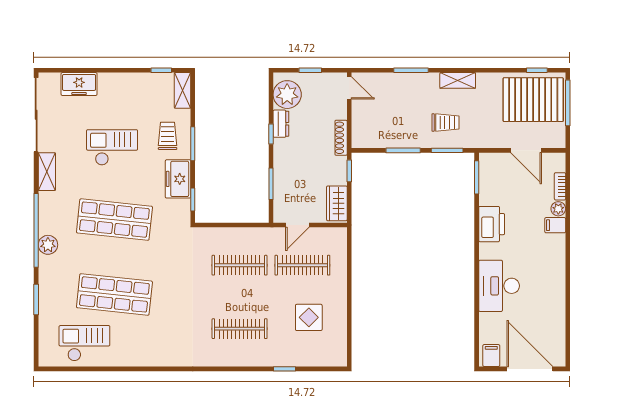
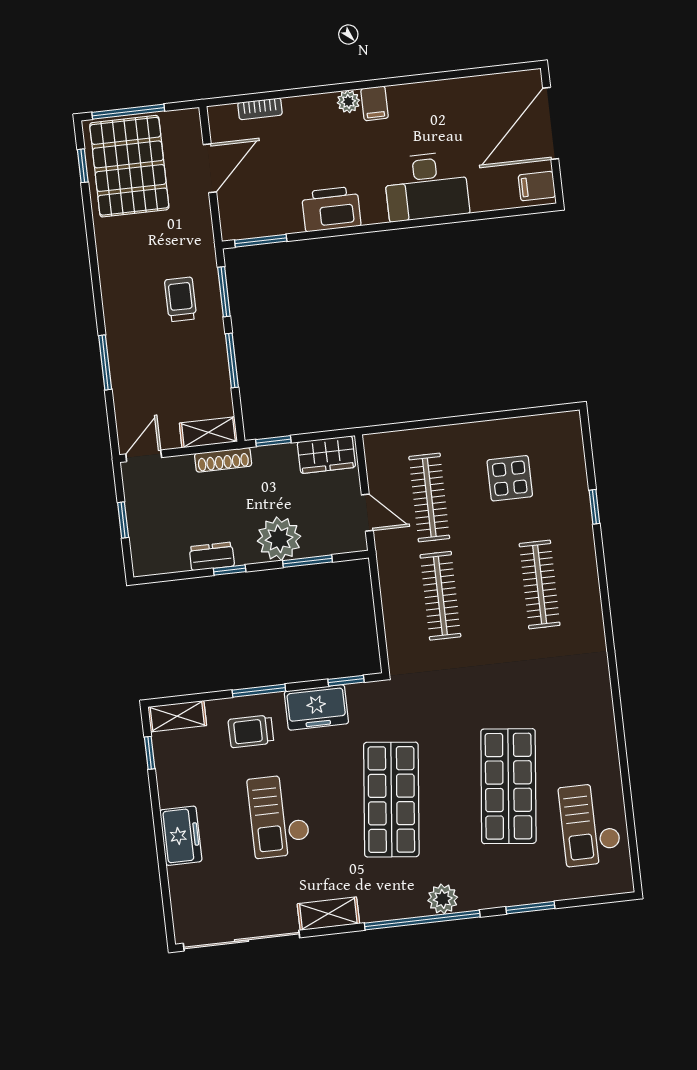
shelving: (458, 80) -> (208, 432), moved, turned 90
freezer: (79, 84) -> (181, 836), moved
plant: (287, 95) -> (279, 539), moved
plant: (558, 209) -> (348, 101), moved
filing cabinet: (555, 225) -> (375, 103), moved

